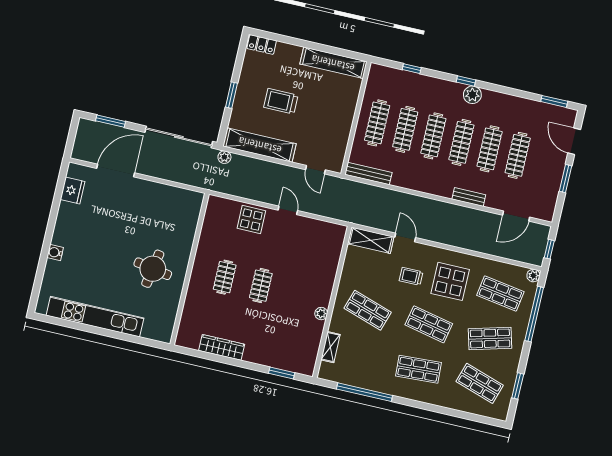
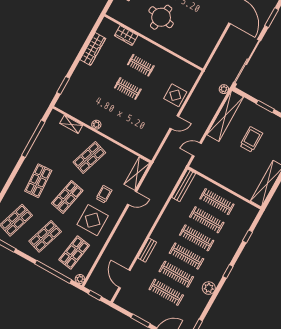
plant: (472, 95) -> (209, 288), moved
wardrobe: (191, 308) -> (126, 36), added
shop shelf: (490, 338) -> (45, 236), turned 33

